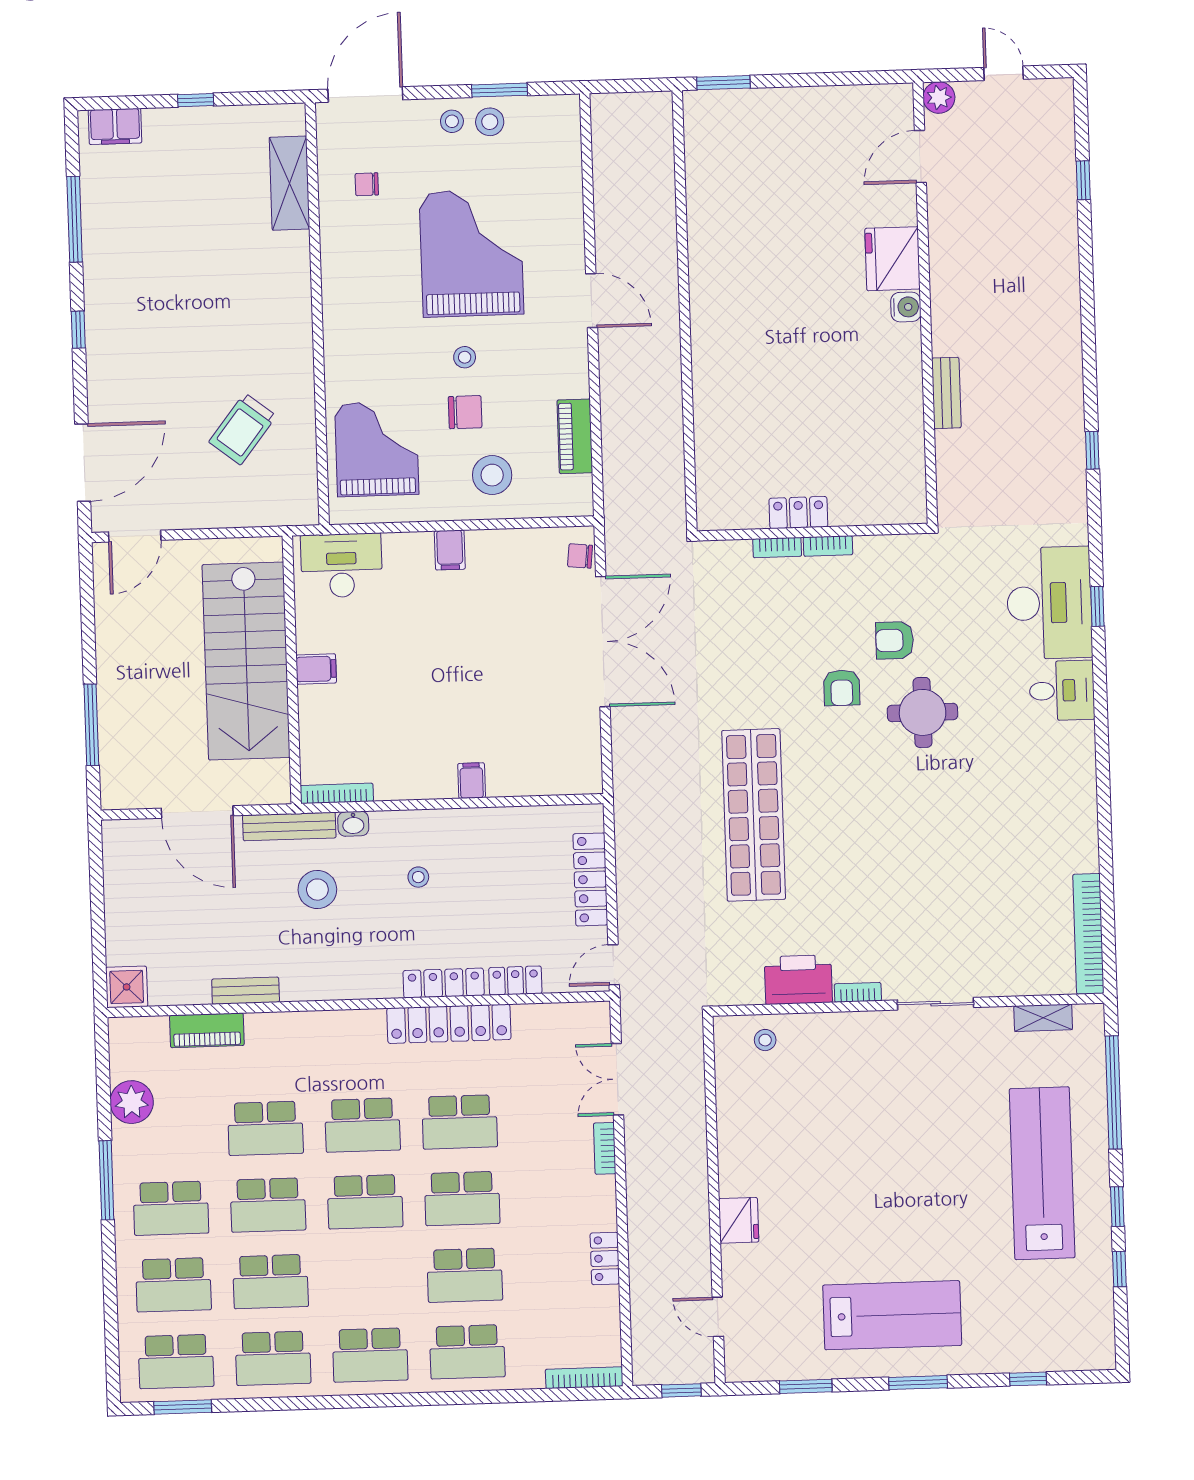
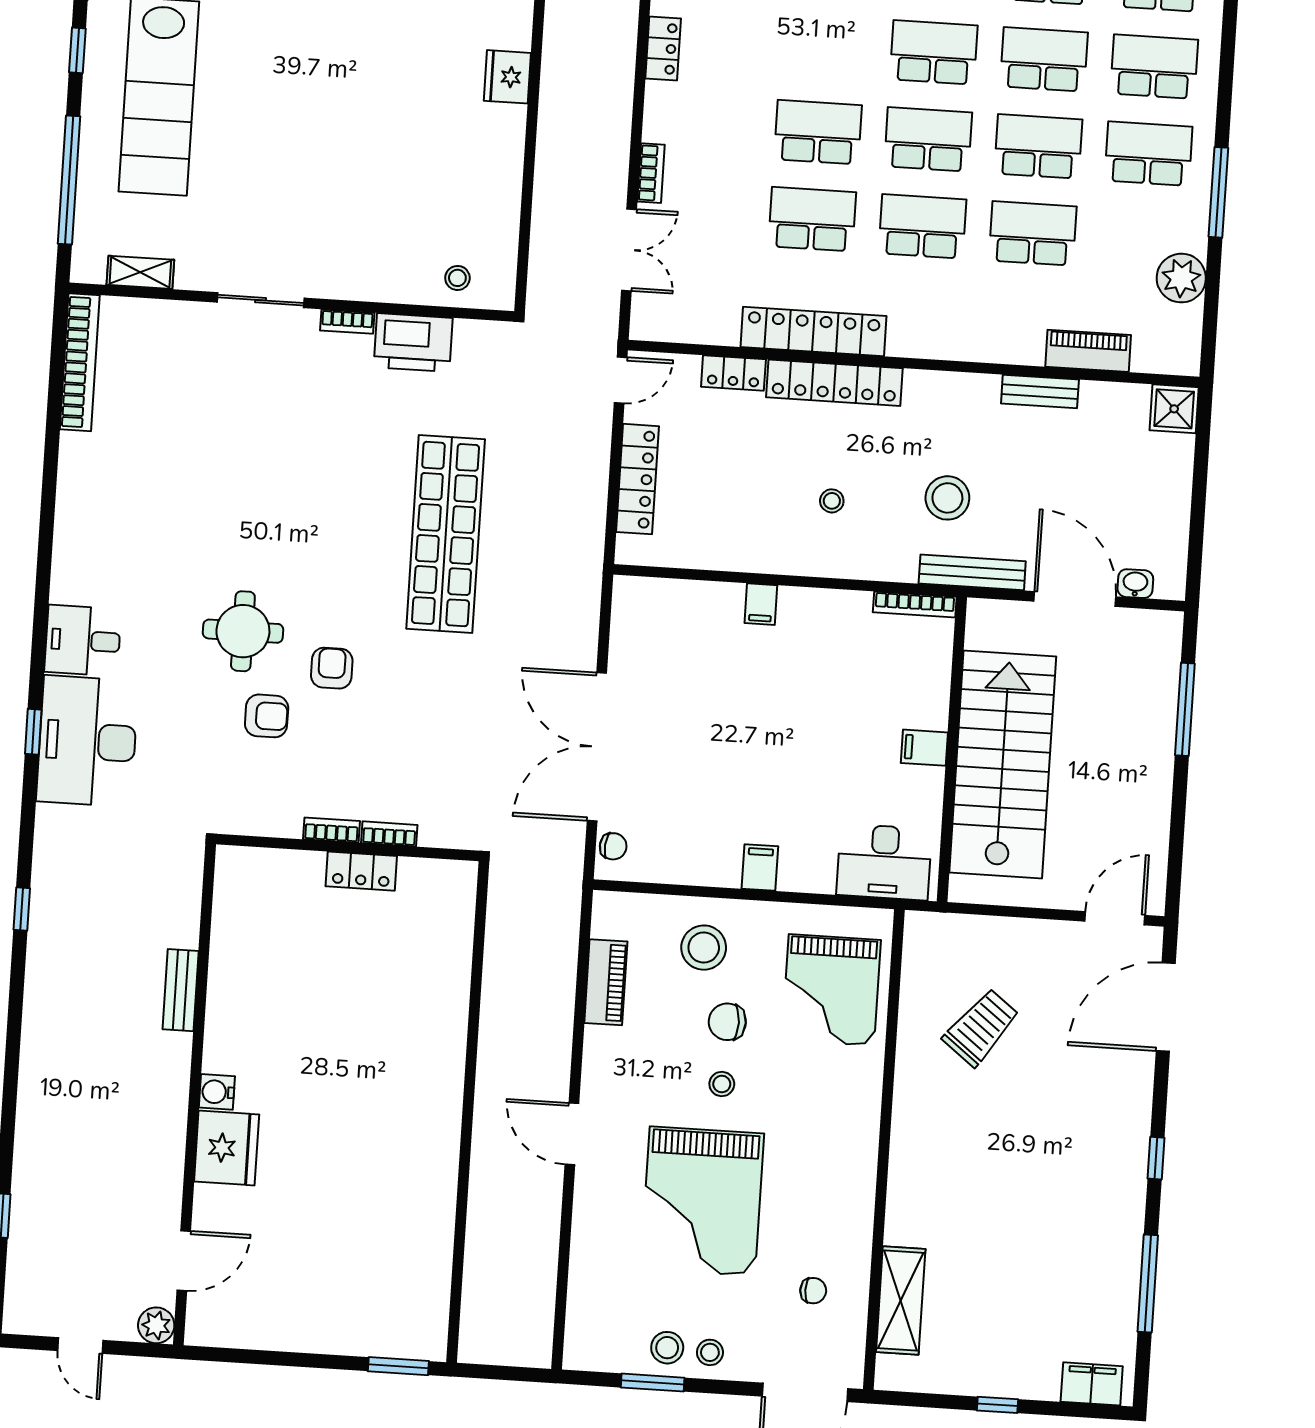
washbasin: (353, 824) -> (1135, 584), moved
locker: (444, 983) -> (834, 383), width x1.41, depth x1.21
school desk: (465, 1275) -> (934, 52), moved

